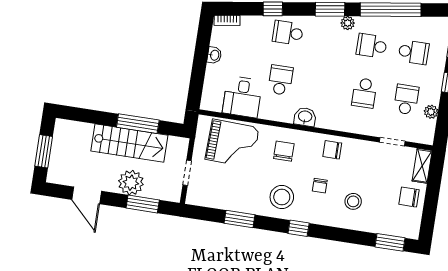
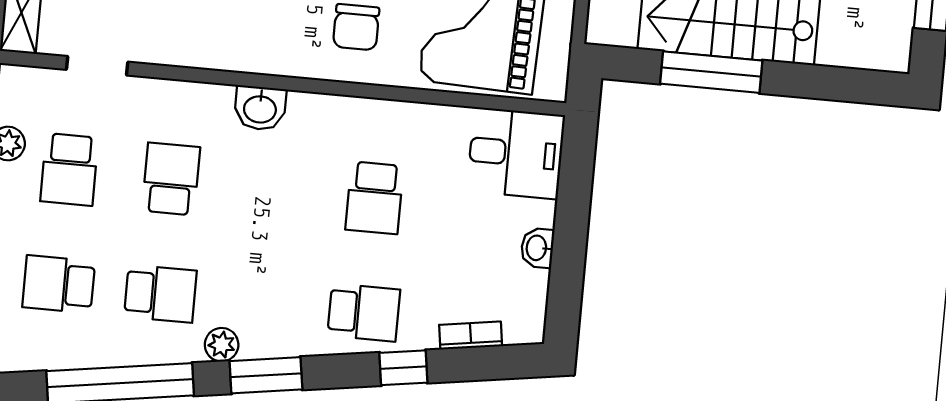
bookcase: (227, 20) -> (471, 336), moved
desk: (242, 97) -> (516, 153), moved, turned 90
washbasin: (305, 117) -> (260, 108), moved
chair: (332, 150) -> (240, 38), removed

